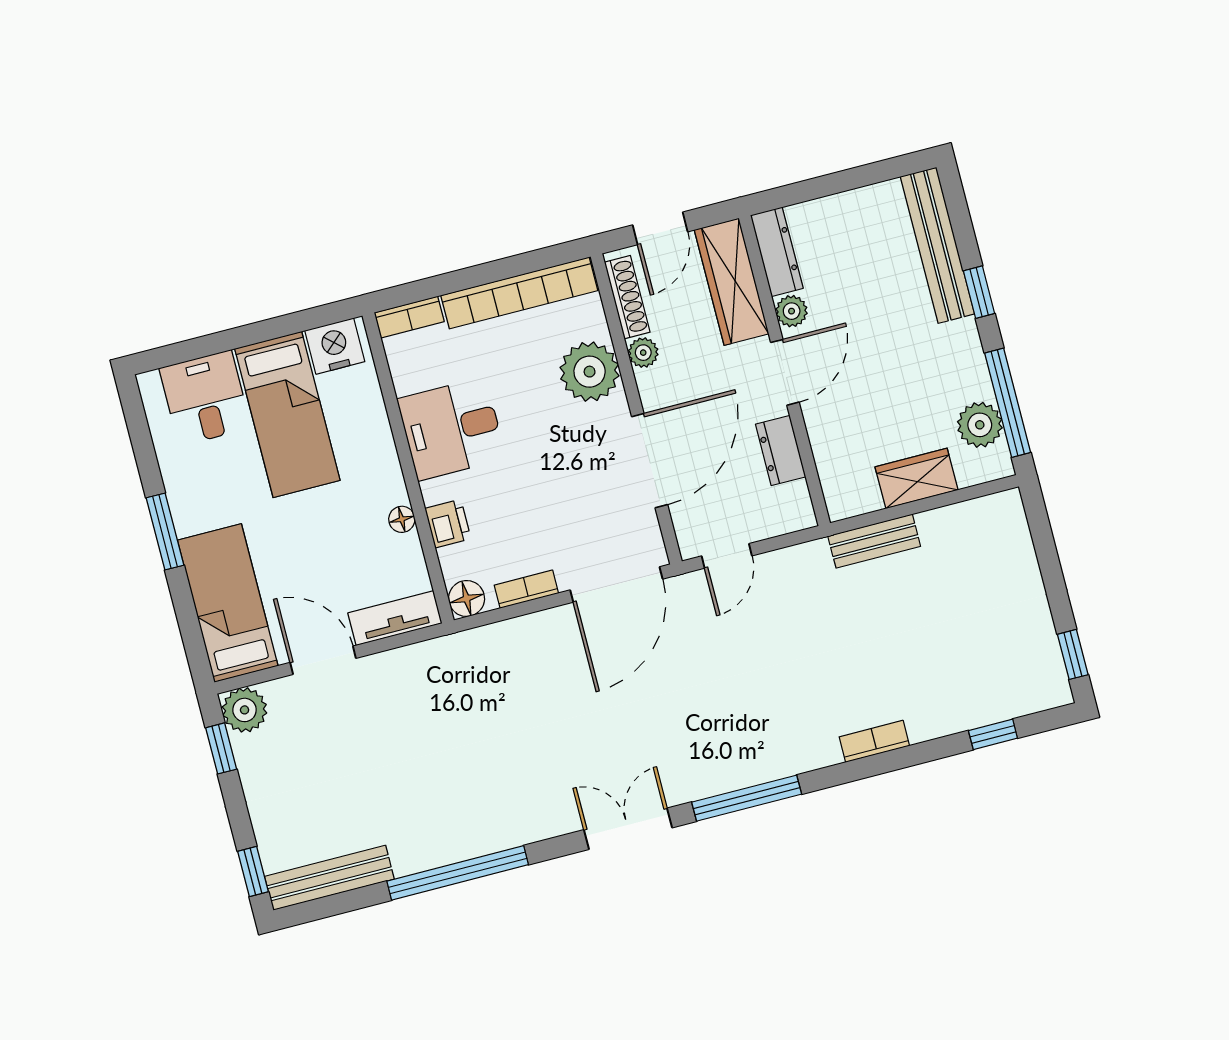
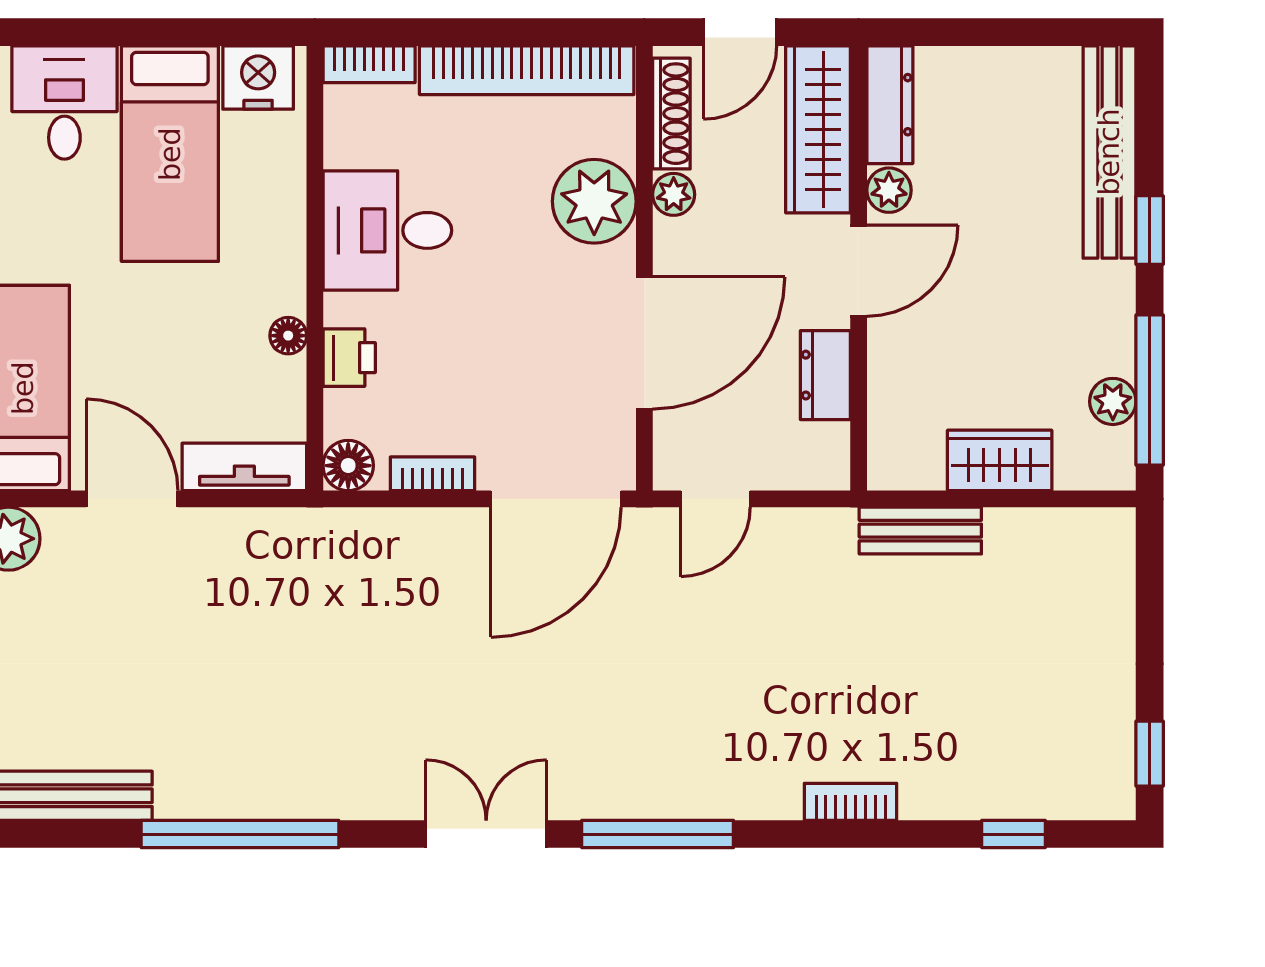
plant: (980, 425) -> (1113, 401), width x0.73, depth x0.73

